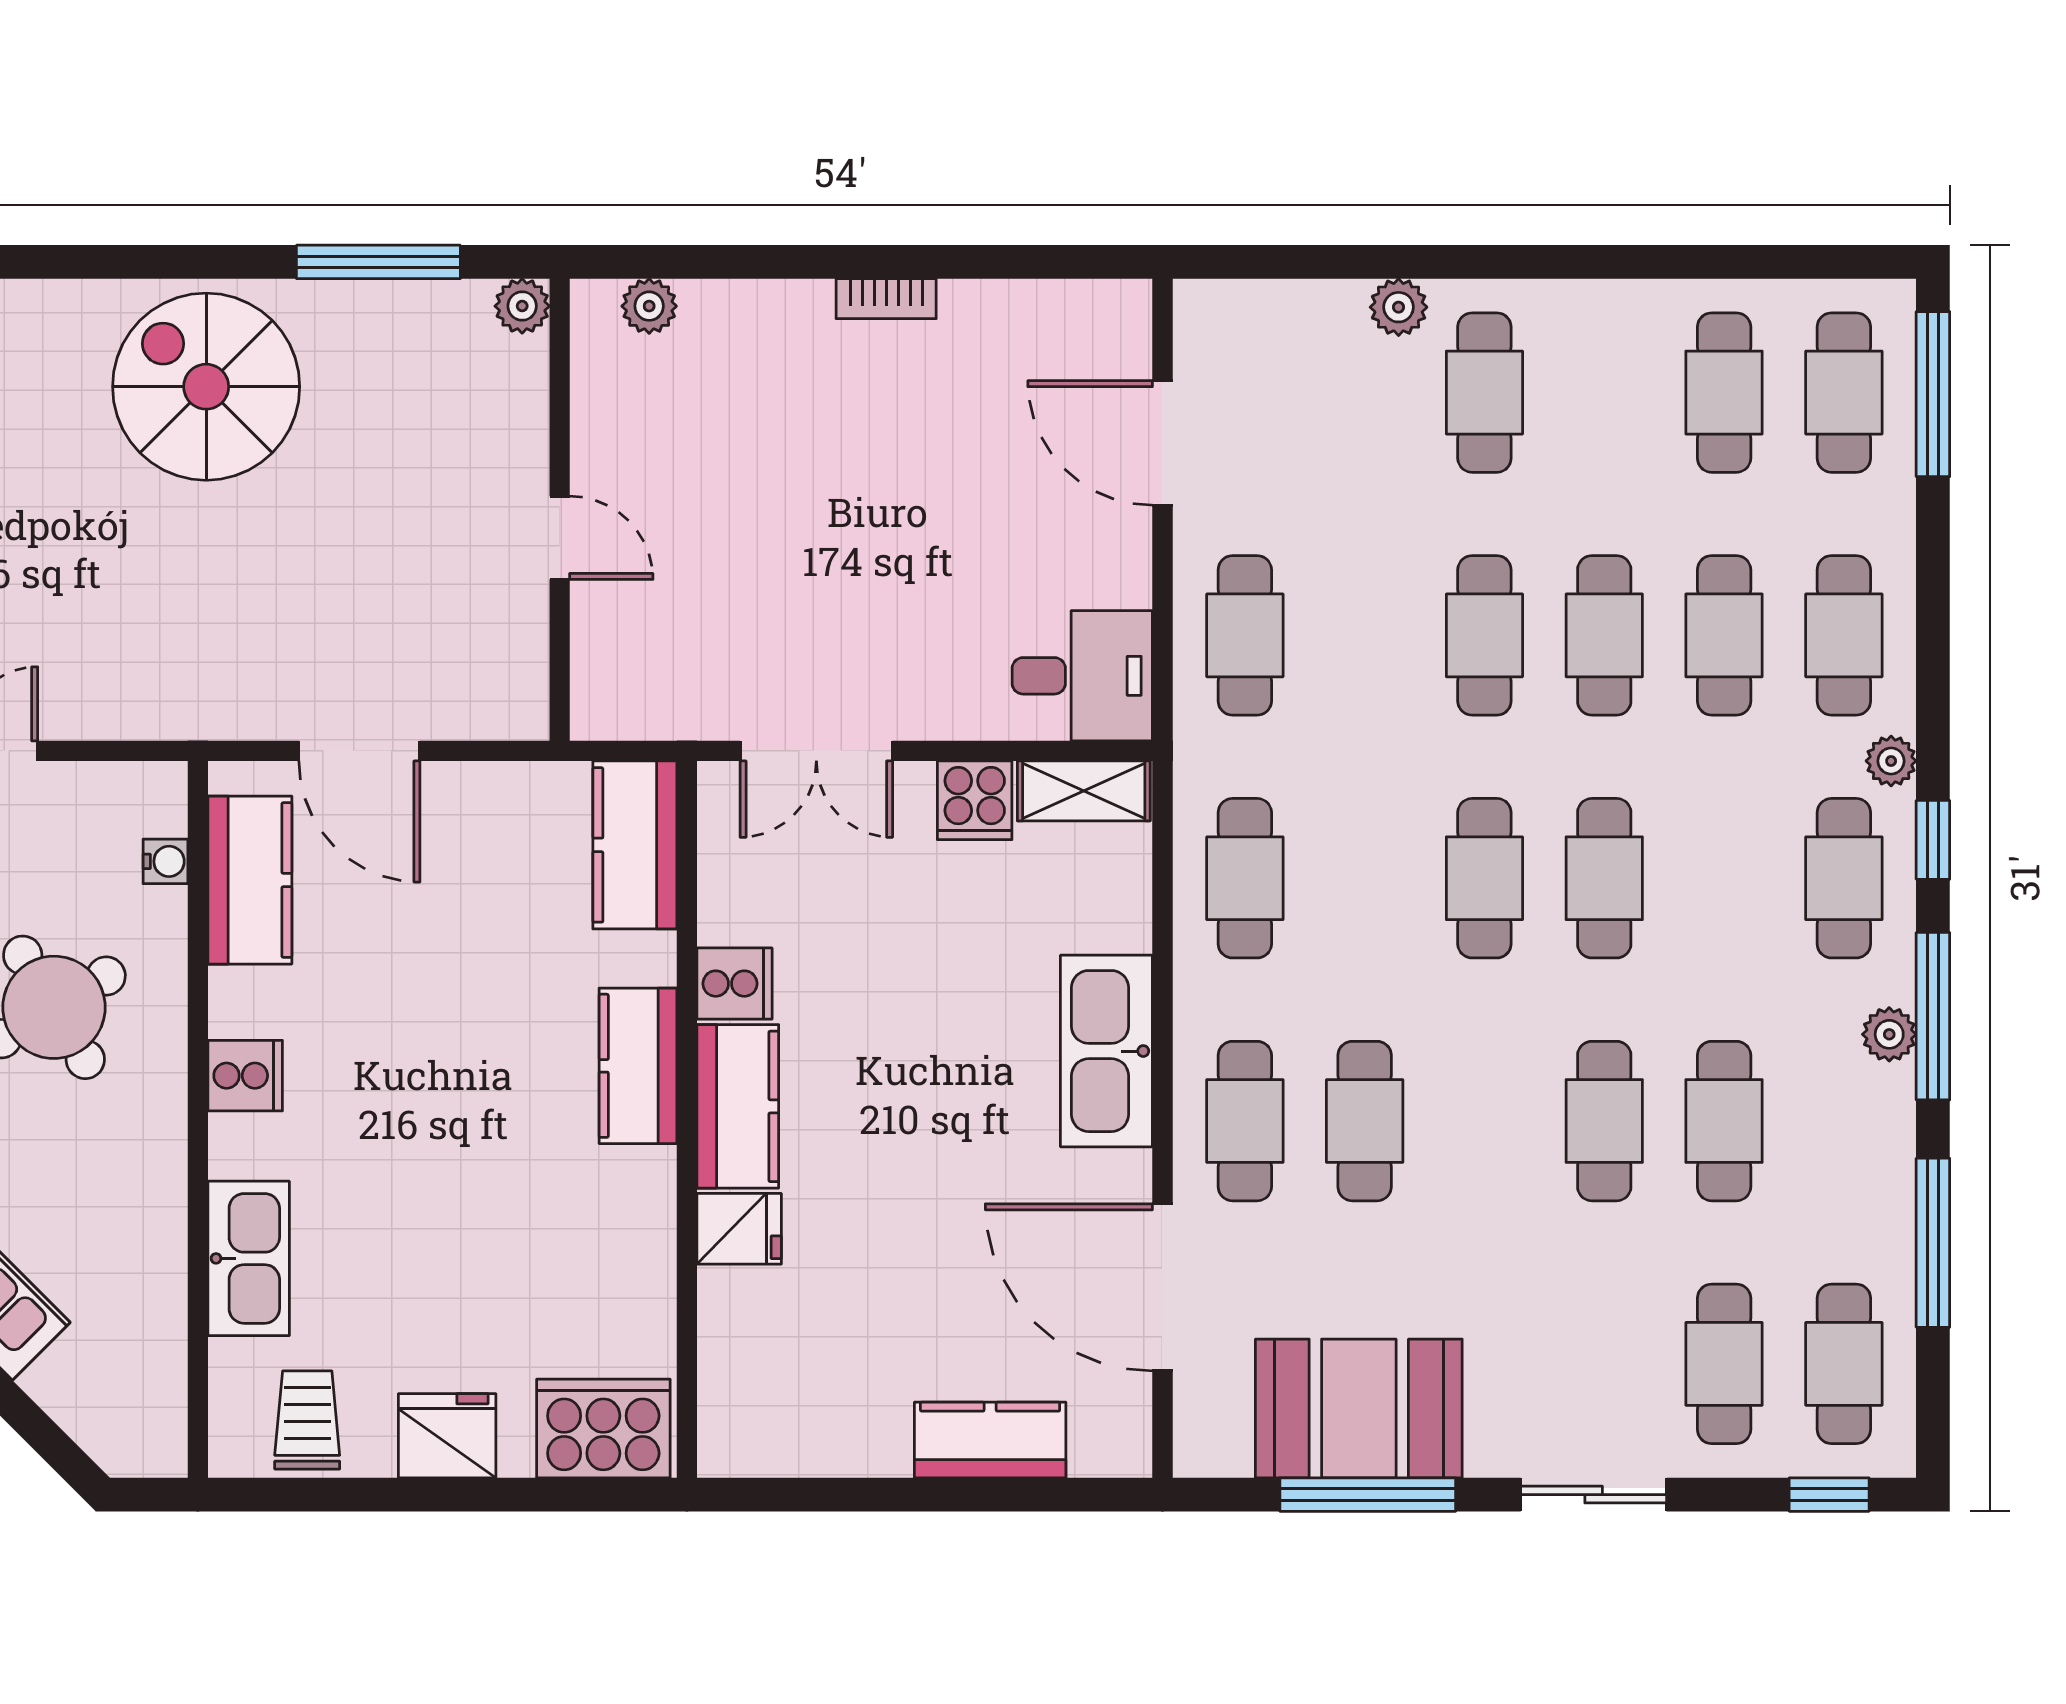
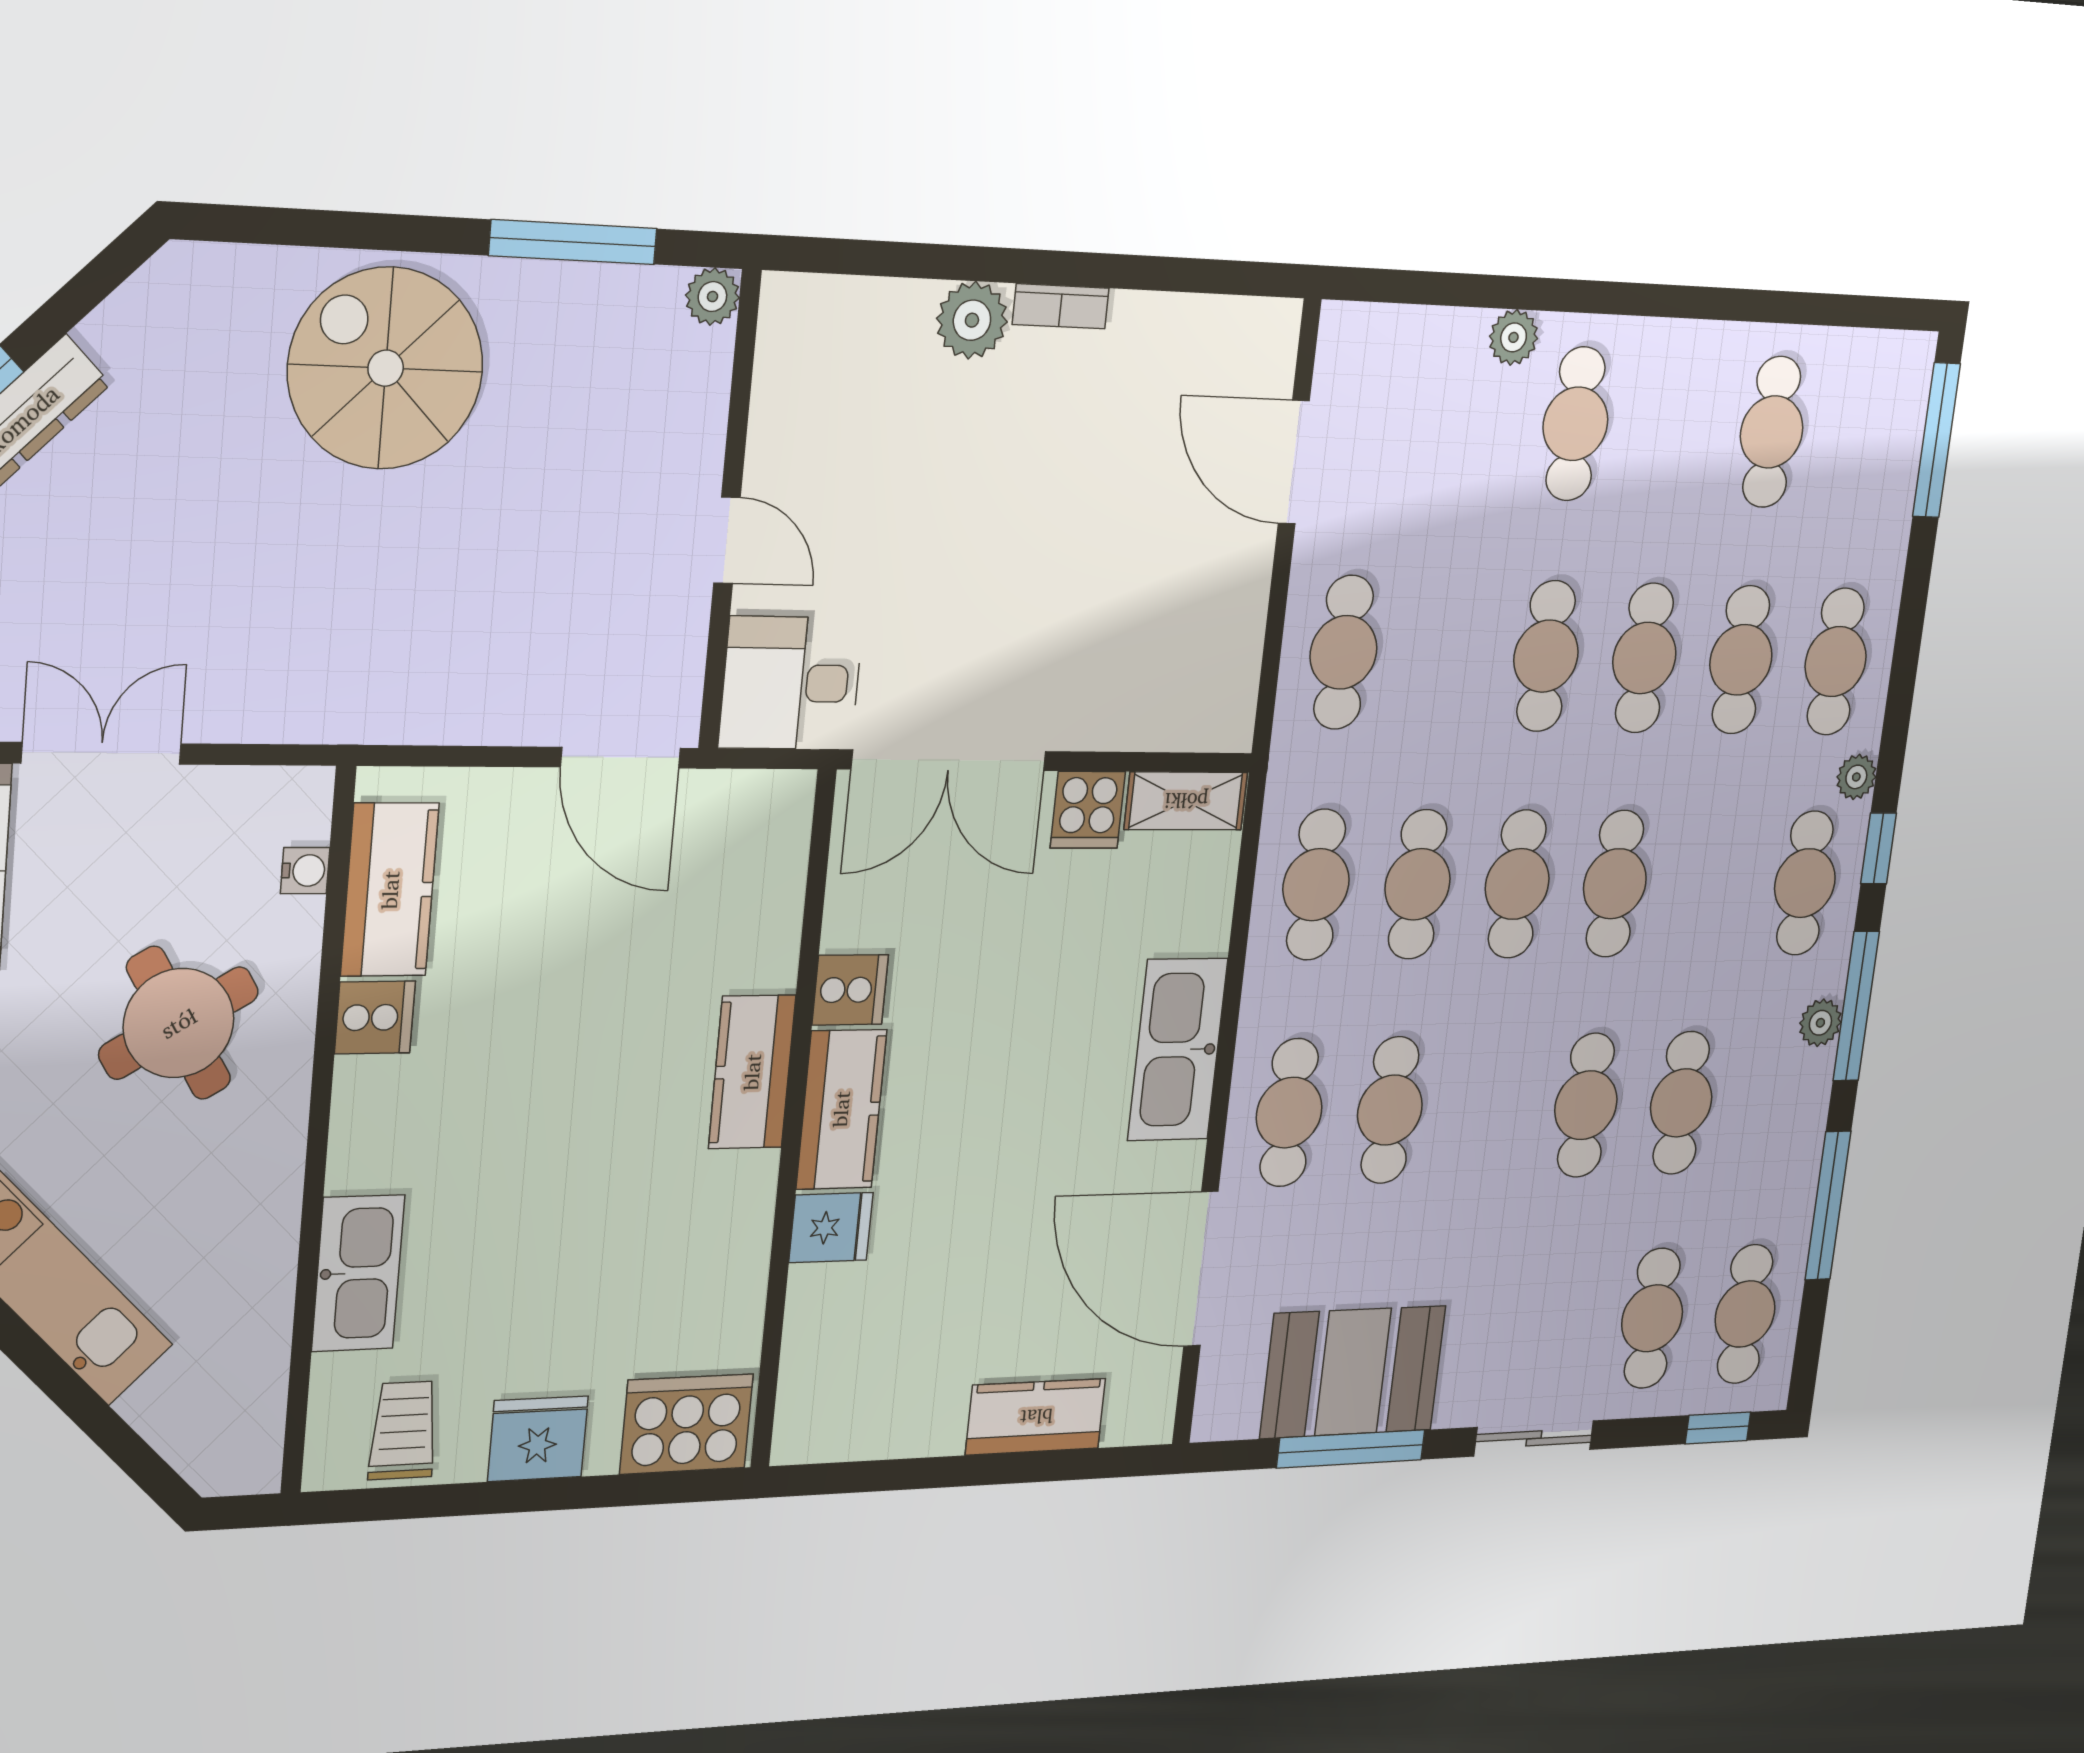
plant: (649, 306) -> (972, 320), moved, width x1.38, depth x1.38
cafe table: (1844, 393) -> (1418, 884), moved
desk: (1082, 676) -> (791, 683), moved, turned 180
door: (359, 751) -> (621, 758), moved
double door: (816, 751) -> (949, 760), width x1.37
kitchen counter: (635, 845) -> (770, 853), removed
cooker: (245, 1076) -> (375, 1017), moved

